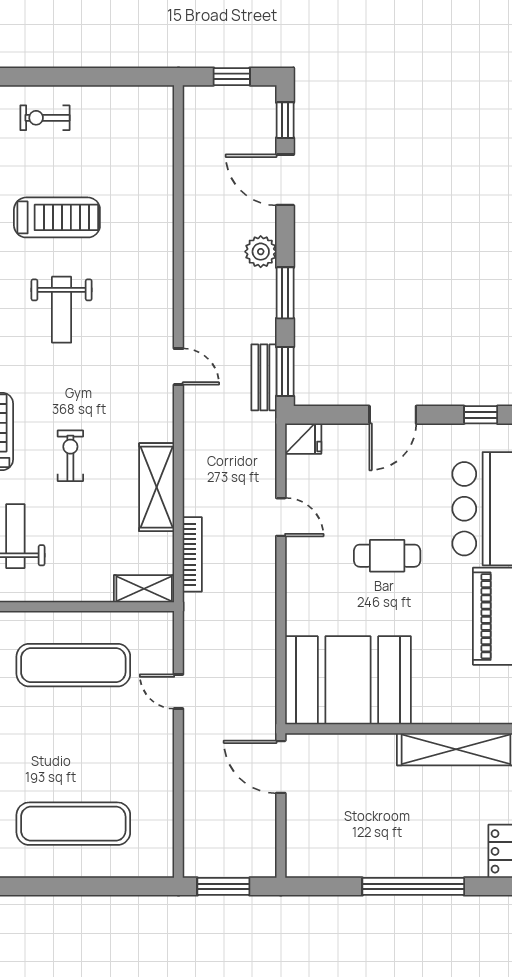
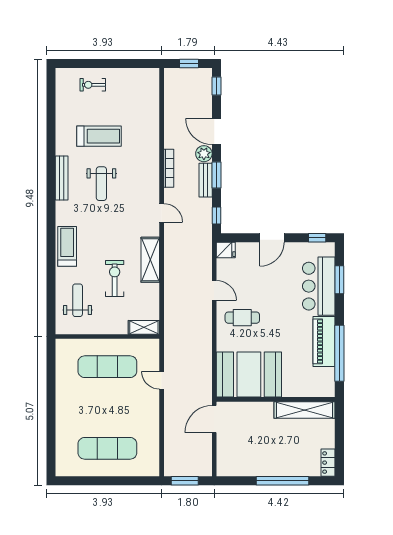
door: (285, 180) -> (216, 132), moved
window: (285, 372) -> (216, 215), width x0.67
bench: (264, 377) -> (206, 180), moved
exercise bike: (70, 456) -> (115, 278), moved, width x1.38, depth x1.39
shelving: (157, 487) -> (150, 260), moved
bookcase: (192, 554) -> (169, 168), moved
cafe table: (387, 556) -> (242, 318), moved
door: (281, 767) -> (214, 419), hinge flipped

